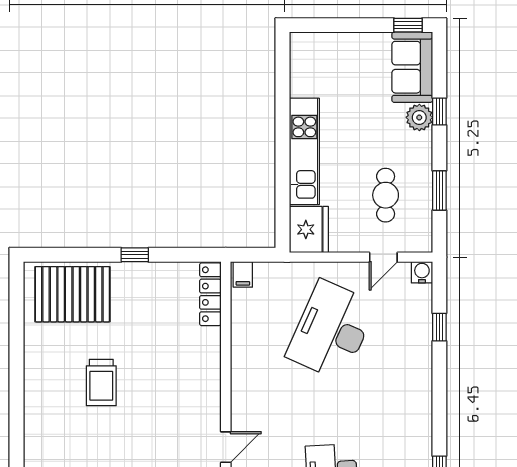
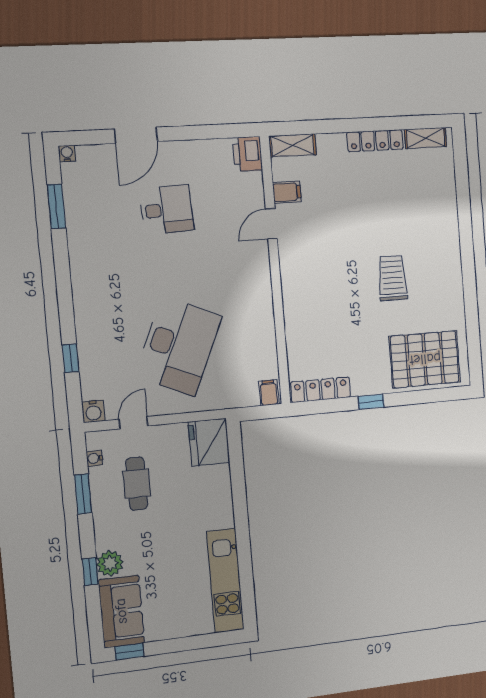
kitchen unit: (304, 151) -> (225, 581), moved
water cooler: (425, 225) -> (94, 458), added
locker: (210, 294) -> (321, 390), moved, turned -90

